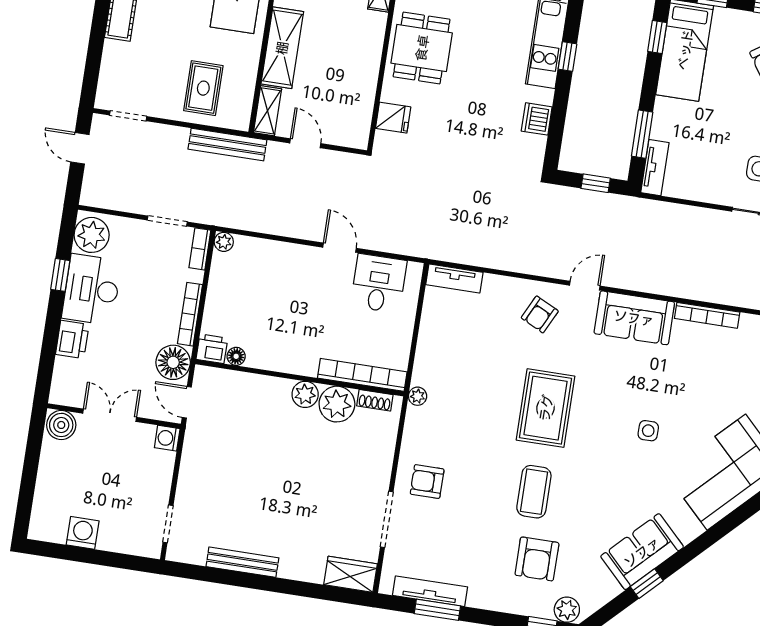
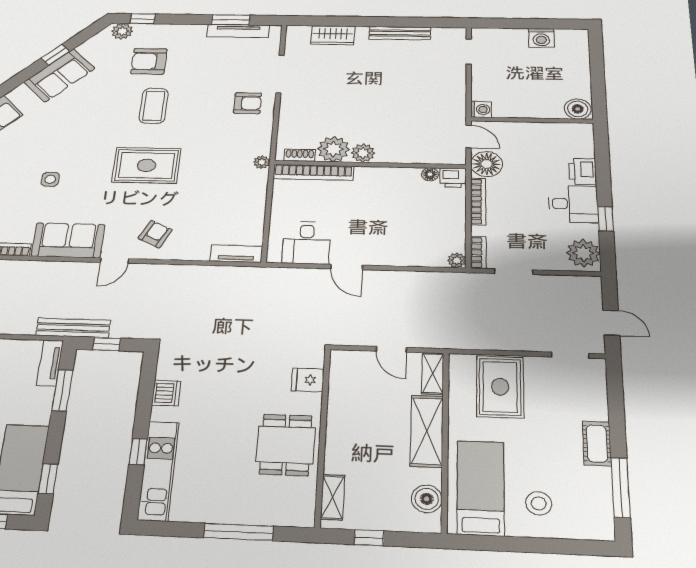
rug: (203, 88) -> (500, 387), width x1.36, depth x1.43
bench: (227, 145) -> (73, 328), moved
desk: (92, 290) -> (573, 204), width x0.73
rug: (546, 408) -> (147, 165), turned 90
double door: (110, 415) -> (536, 120), removed
side table: (648, 431) -> (50, 179), moved
armchair: (537, 559) -> (149, 61), turned -90
wardrobe: (351, 574) -> (333, 35), moved

